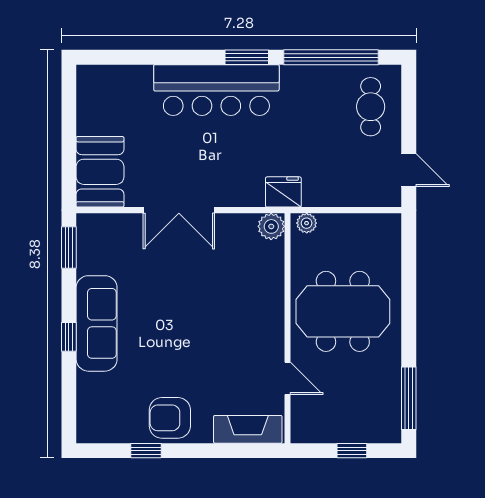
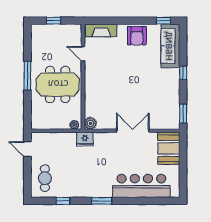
window: (331, 57) -> (63, 201), width x0.32
bar counter: (216, 90) -> (141, 186), moved
sofa: (97, 323) -> (170, 46), moved
window: (409, 398) -> (27, 76), moved
armchair: (170, 418) -> (137, 36), turned 90
window: (146, 451) -> (163, 21), moved

